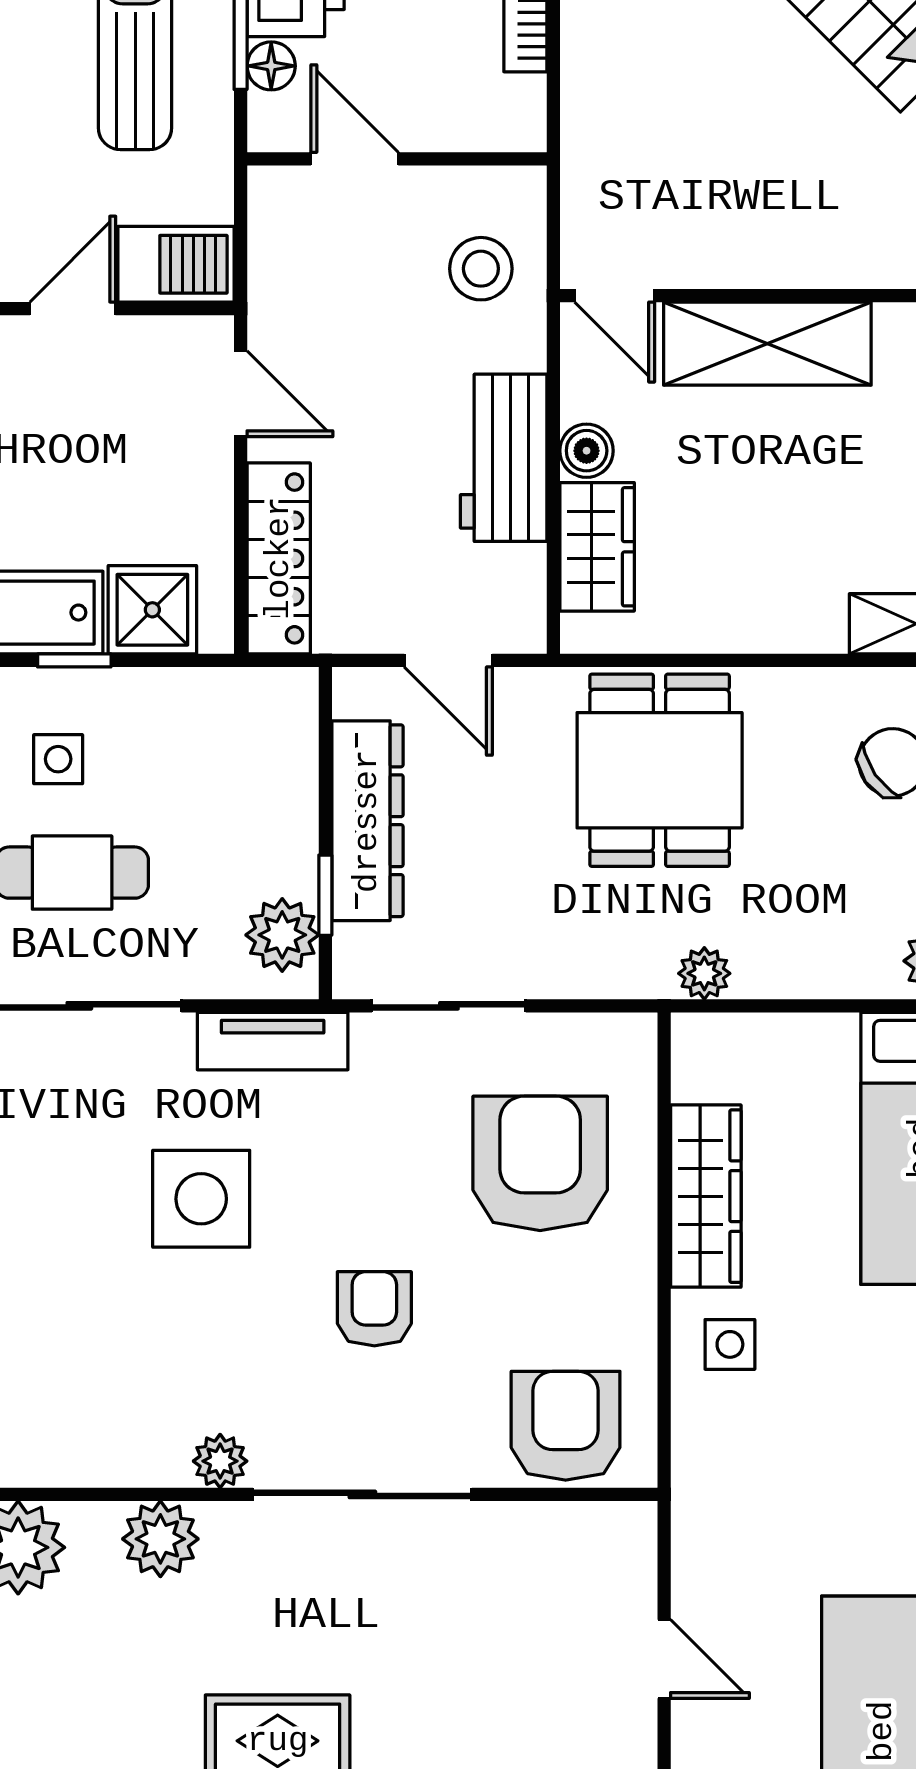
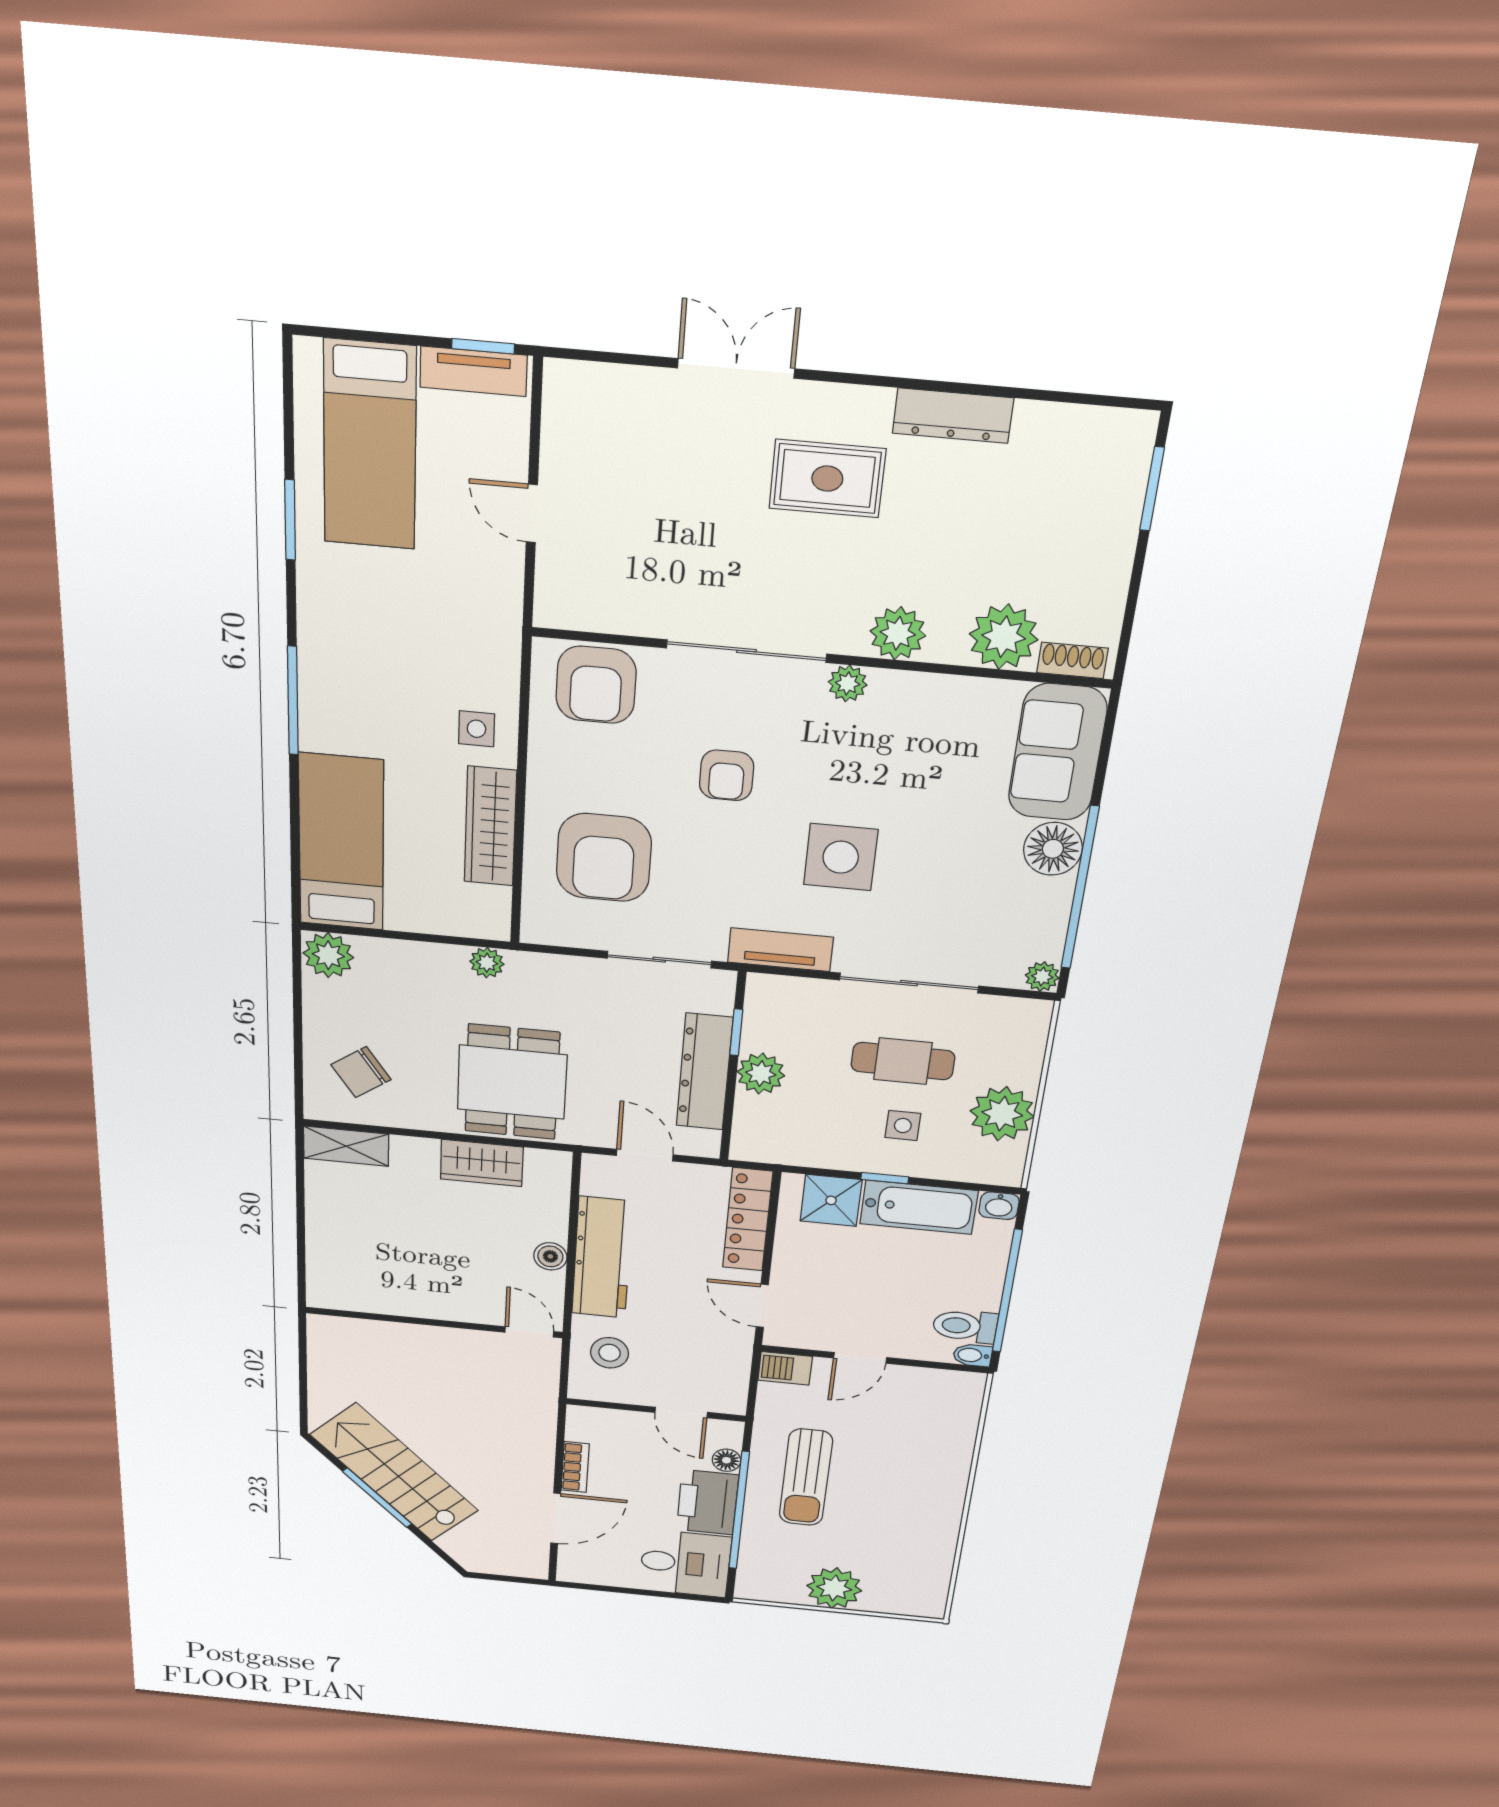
barbecue: (176, 264) -> (785, 1368), width x0.73, depth x0.79
shelving: (767, 344) -> (437, 1299), removed
workbench: (504, 458) -> (602, 1258), width x1.38
wardrobe: (597, 547) -> (482, 1163), moved, turned -90
plant: (282, 935) -> (761, 1074), moved

